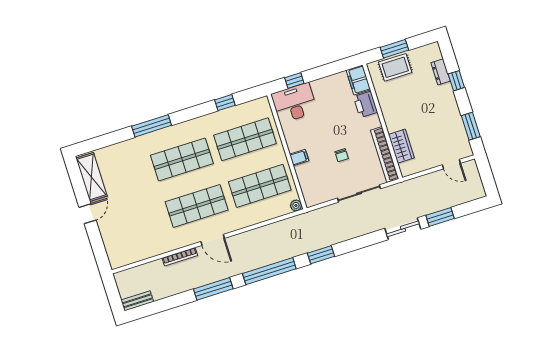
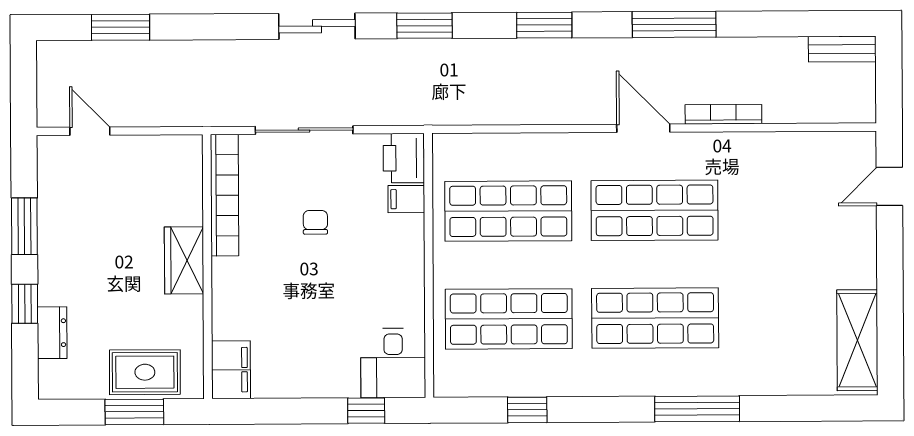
desk: (294, 103) -> (393, 363), width x0.73
printer: (366, 104) -> (404, 158), moved, turned 180
window: (471, 126) -> (24, 226), moved
wardrobe: (401, 146) -> (184, 260), moved
filing cabinet: (299, 158) -> (406, 199), moved
plant: (296, 205) -> (445, 146), removed
door: (87, 214) -> (889, 186), moved
window: (440, 217) -> (121, 27), moved
sliding door: (403, 229) -> (317, 26), moved
window: (269, 271) -> (544, 25), width x0.47

